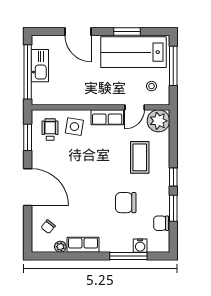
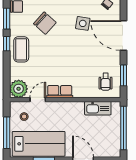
kitchen sink: (40, 66) -> (98, 108), moved, turned -90
side table: (74, 127) -> (83, 23), moved
coffee table: (140, 157) -> (21, 49), moved
chair: (126, 203) -> (45, 23), turned 42

